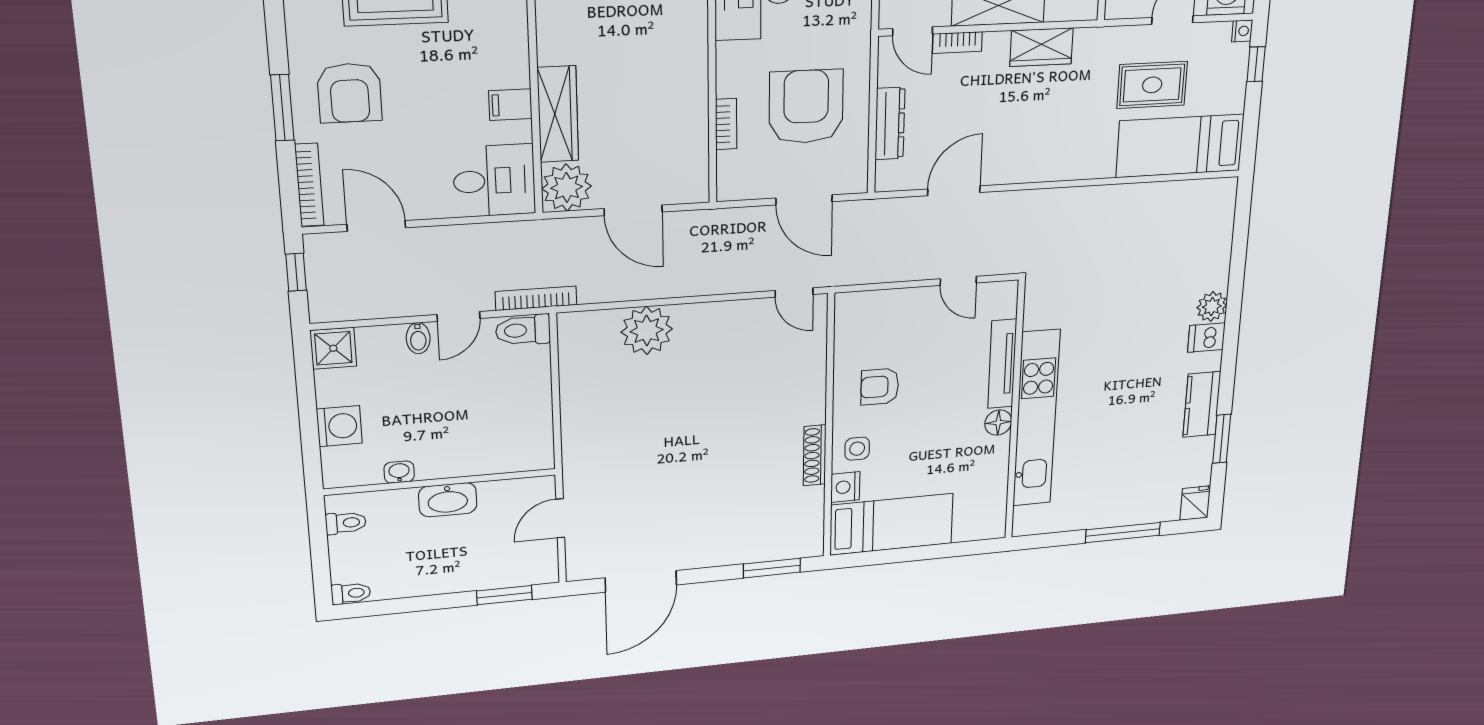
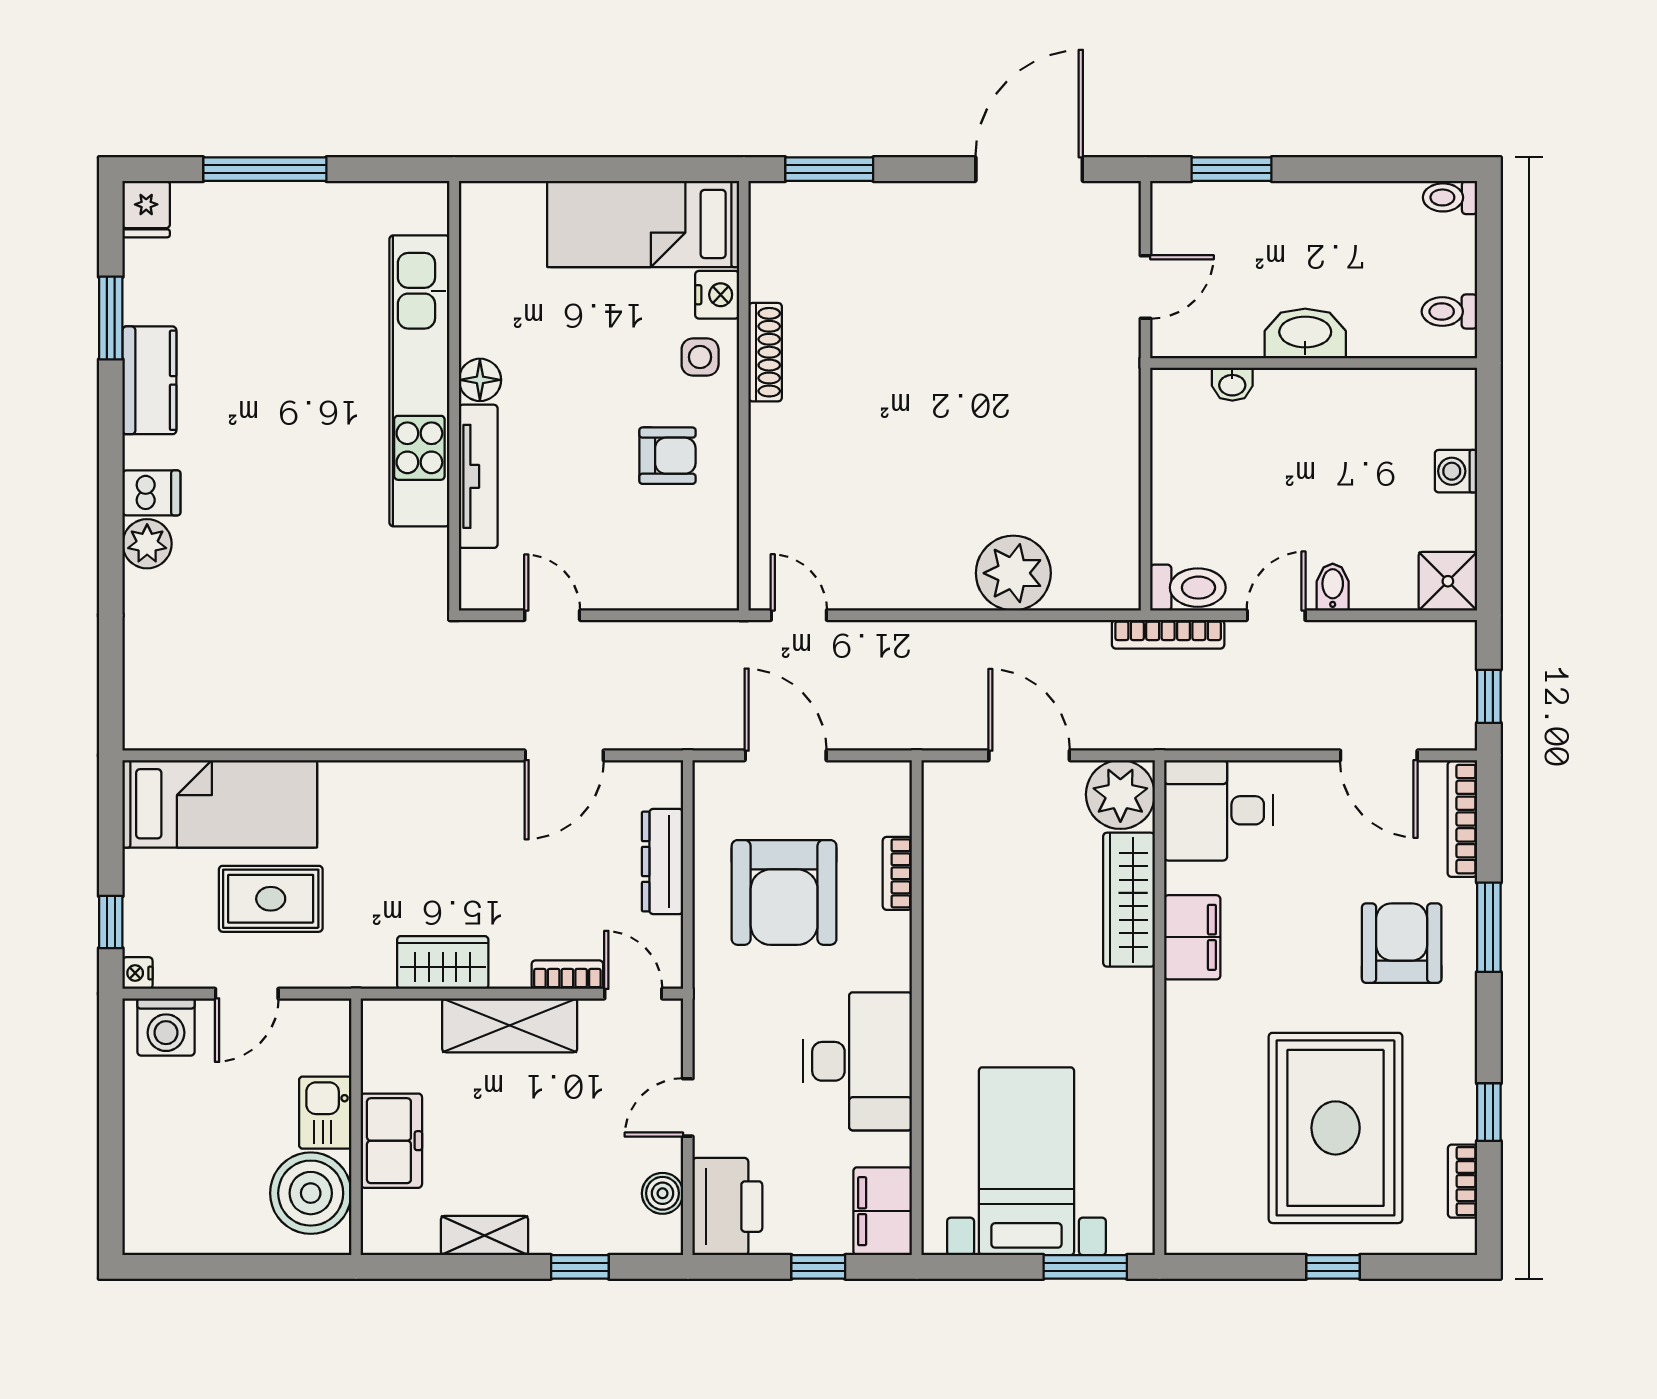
filing cabinet: (510, 105) -> (1192, 937), width x2.00
washing machine: (339, 426) -> (1456, 471), width x0.73, depth x0.73
washbasin: (399, 472) -> (1232, 384), moved

